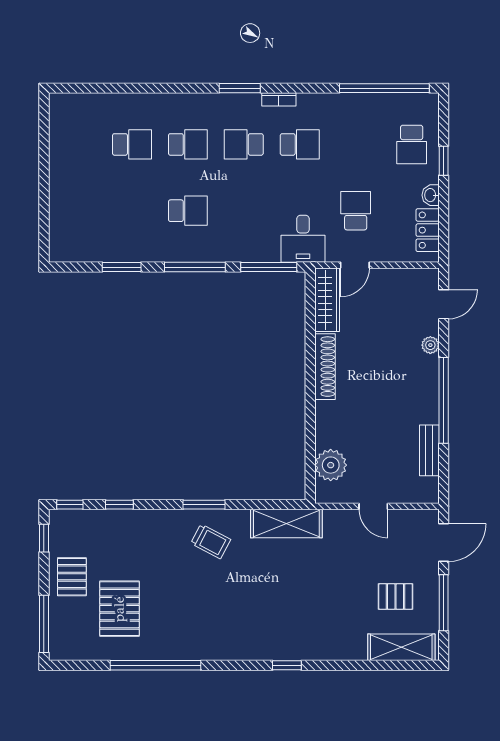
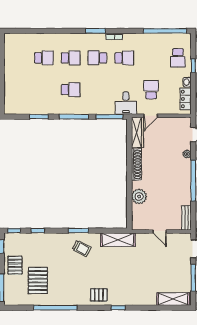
bench: (429, 450) -> (186, 218), moved
plant: (331, 465) -> (139, 197), moved
pallet: (396, 597) -> (99, 295), moved

